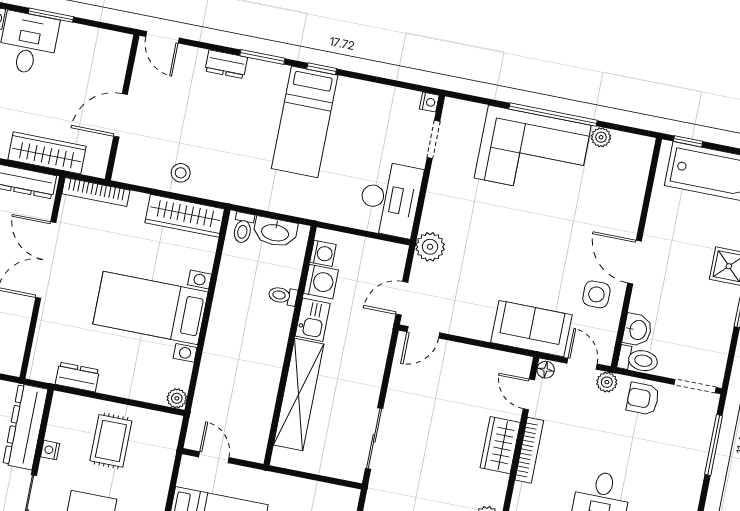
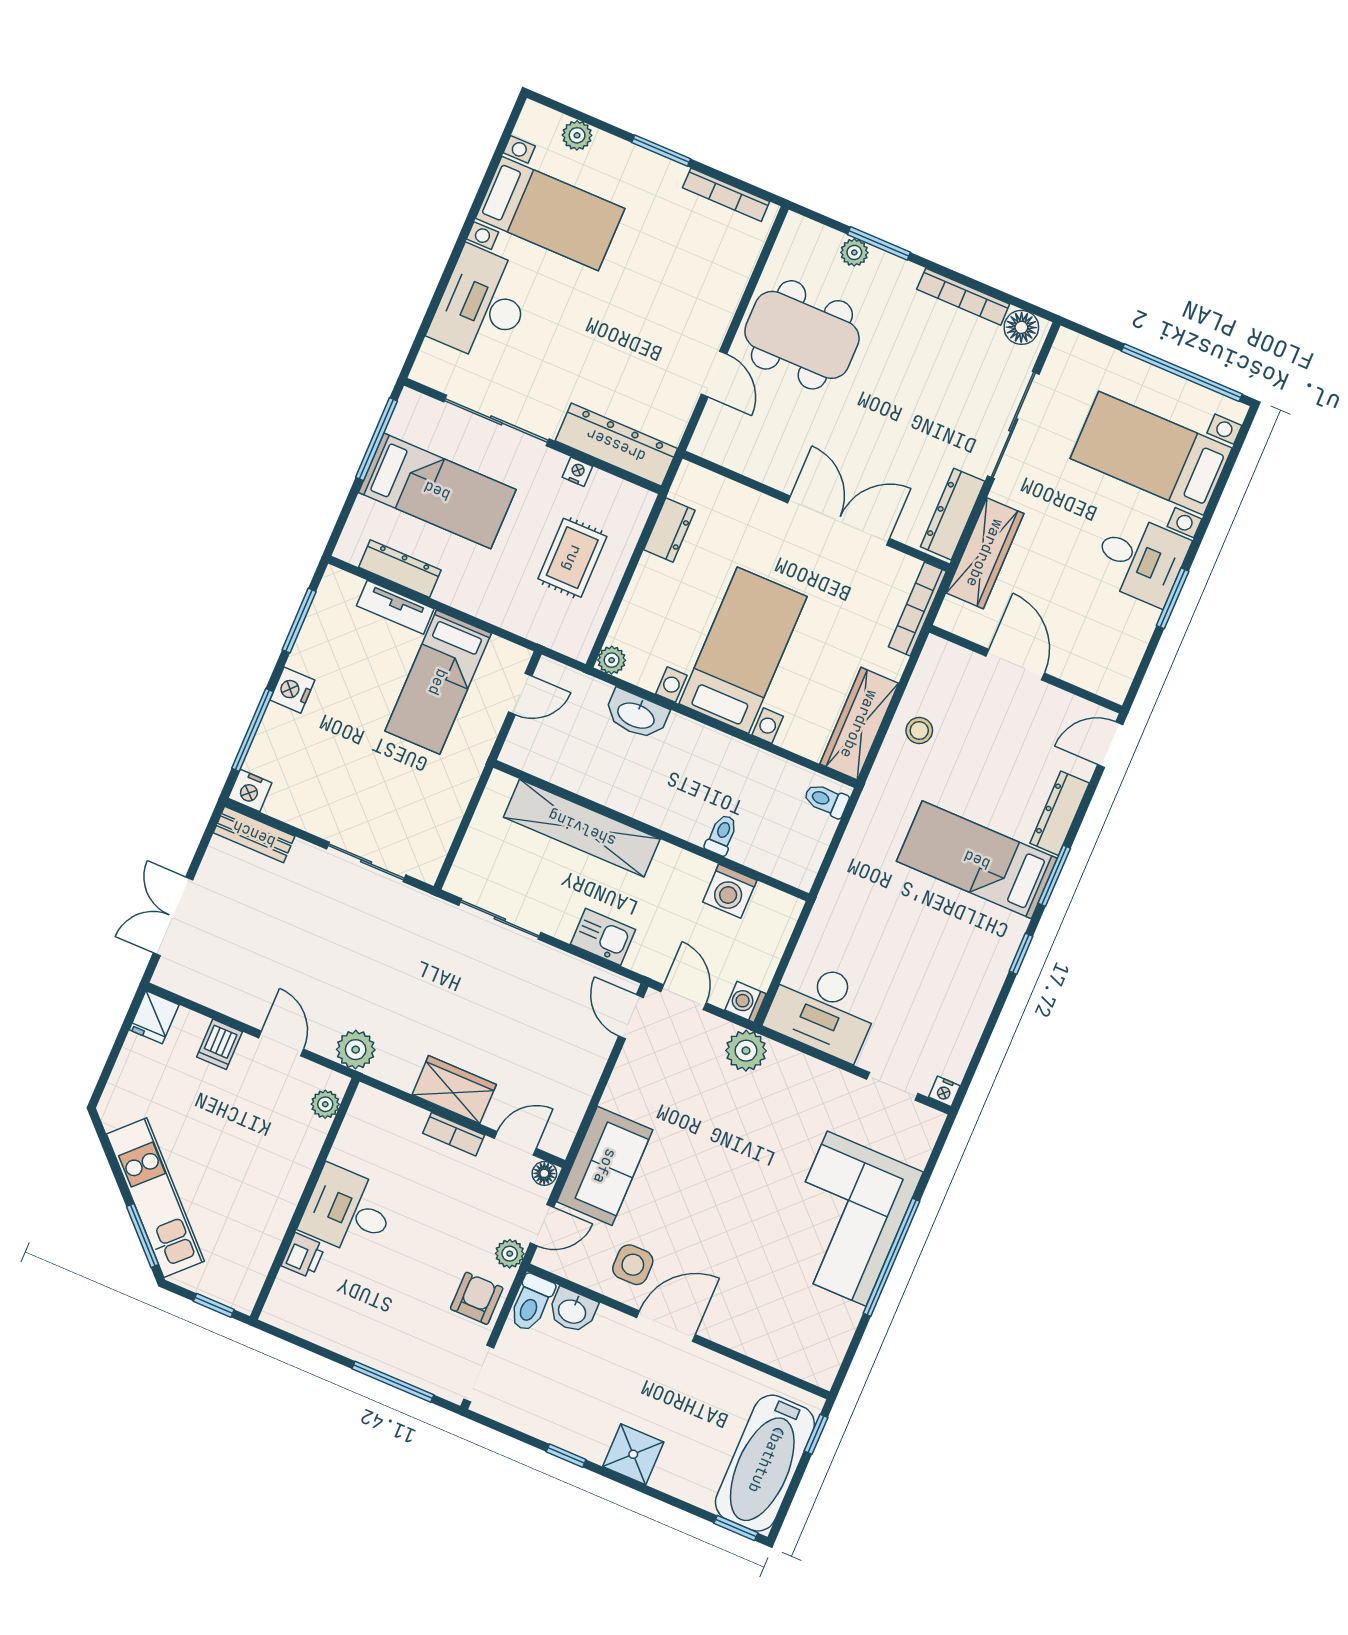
dresser: (226, 64) -> (1060, 813), width x1.44
bed: (305, 122) -> (977, 860), moved
plant: (601, 137) -> (847, 1316), removed
washbasin: (275, 232) -> (636, 715), moved, turned -90
washing machine: (323, 253) -> (745, 1002), moved, turned 90
kitchen sink: (313, 320) -> (603, 937), moved, turned 180
rug: (111, 441) -> (572, 558), turned 90
bookcase: (529, 450) -> (454, 1134), width x0.64

